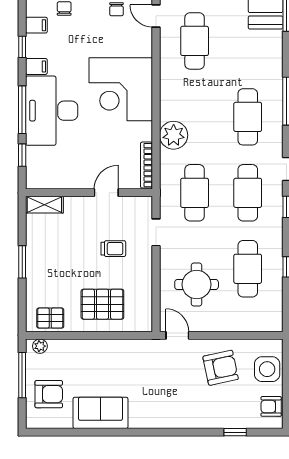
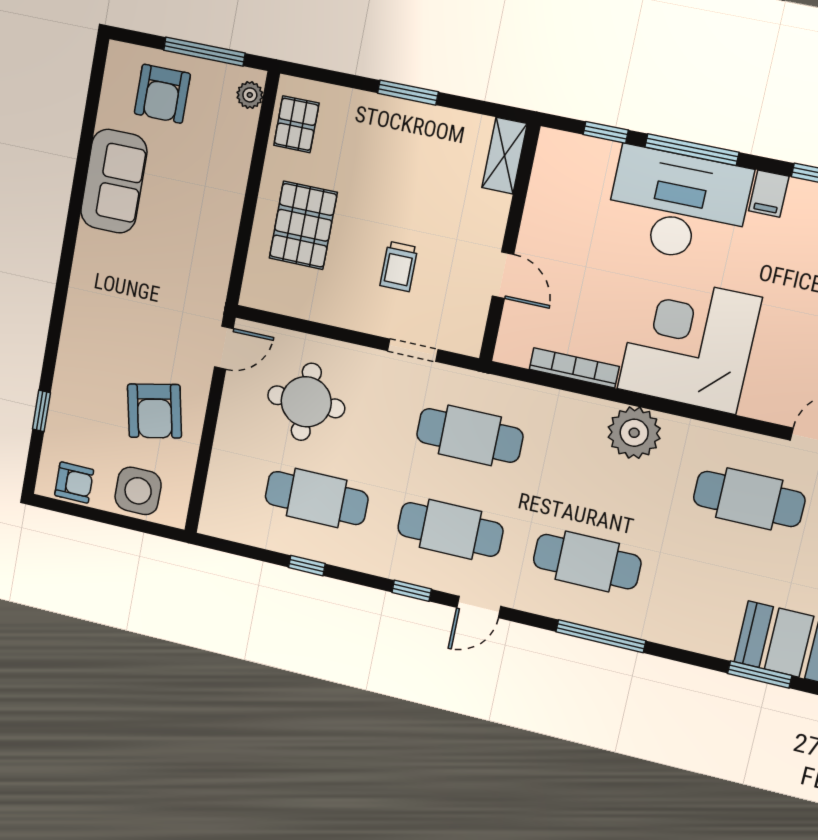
plant: (174, 135) -> (634, 433), moved
bookcase: (147, 165) -> (574, 368), moved
armchair: (271, 406) -> (74, 483), turned 90

